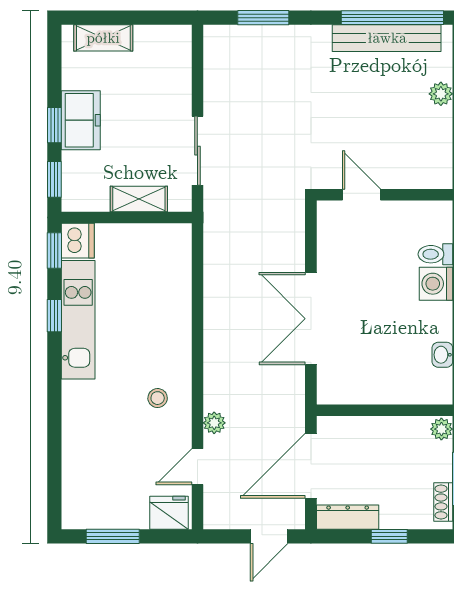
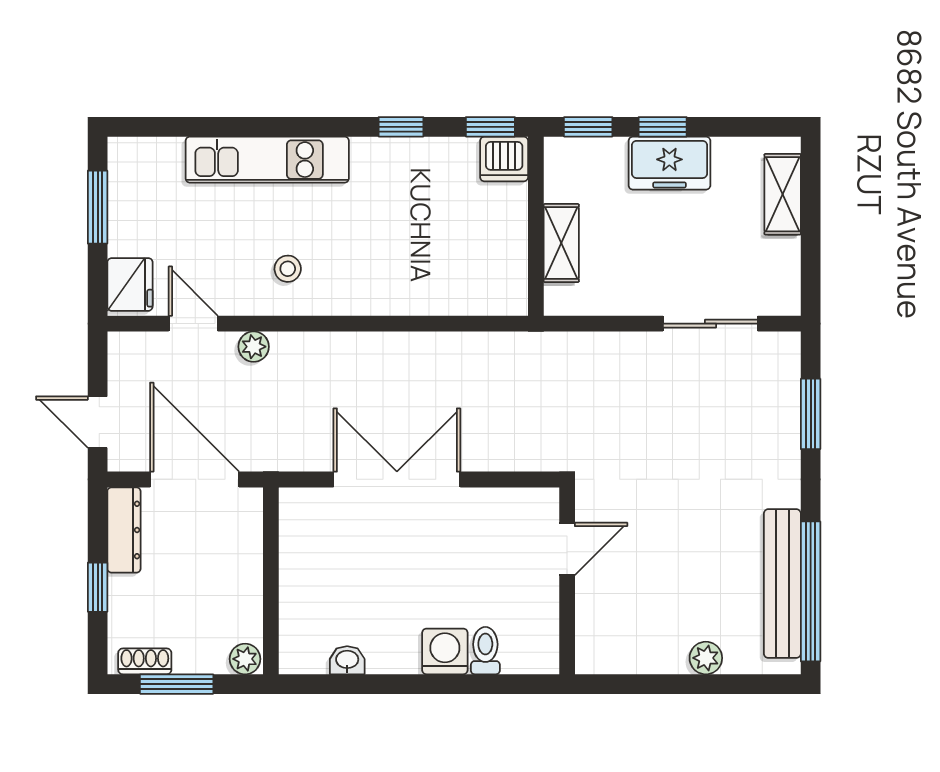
sliding door: (197, 151) -> (710, 324), moved
kitchen unit: (78, 320) -> (267, 160), moved

